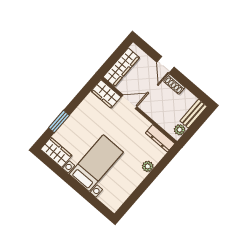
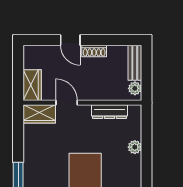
wardrobe: (121, 67) -> (32, 85), width x0.67
door: (129, 102) -> (67, 103), hinge flipped
dresser: (160, 138) -> (109, 112), moved

